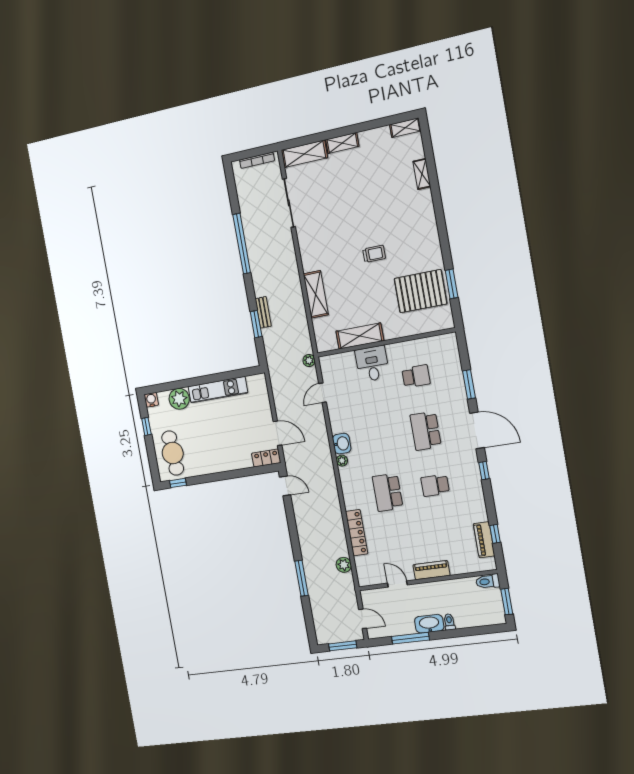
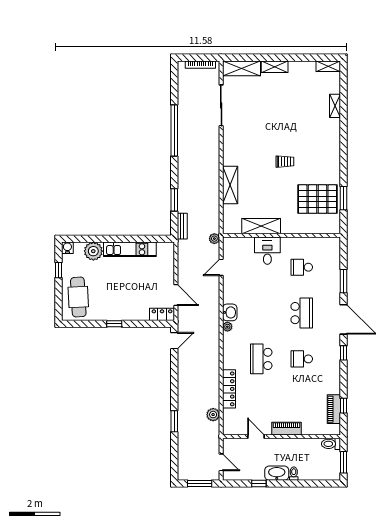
bench: (263, 312) -> (182, 226), moved
school desk: (416, 376) -> (302, 267), turned 180
school desk: (426, 431) -> (302, 313), turned 180
window: (178, 483) -> (114, 324), moved
door: (285, 486) -> (174, 341), hinge flipped
window: (302, 578) -> (174, 421), width x0.69
window: (410, 638) -> (259, 484), width x0.46

